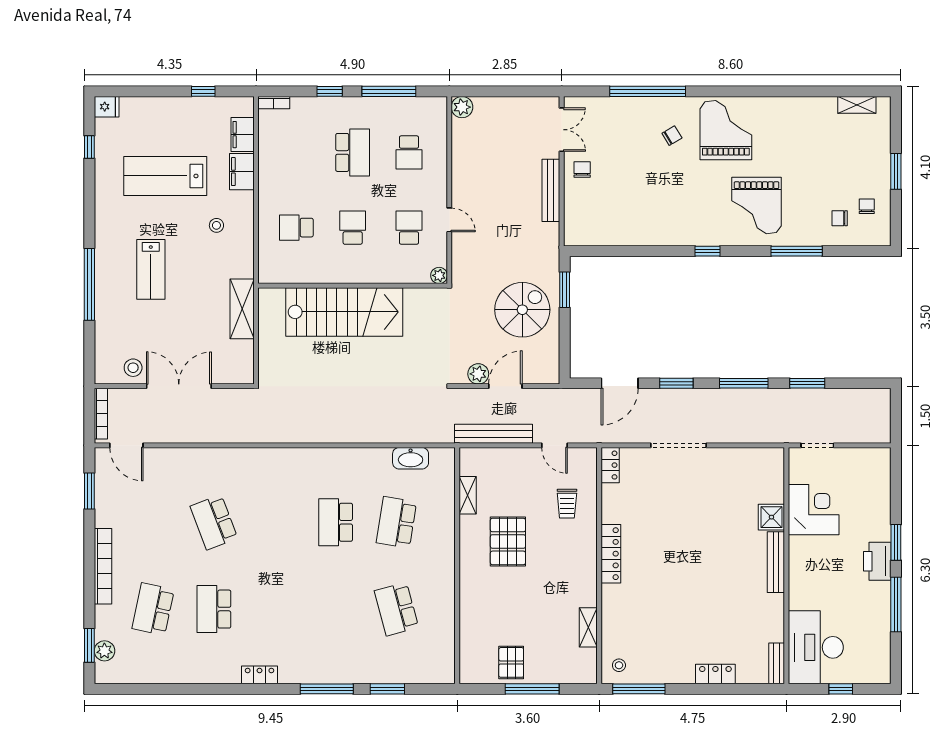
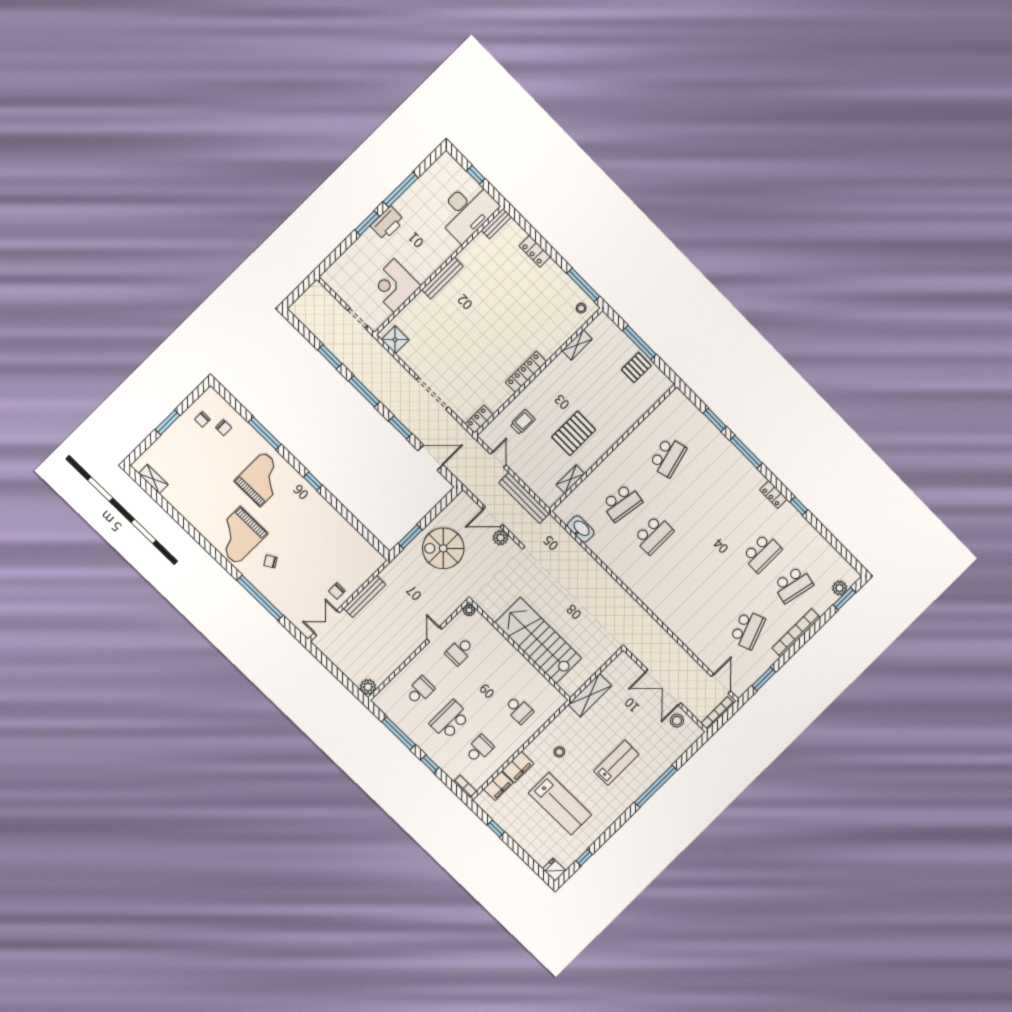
school desk: (353, 228) -> (479, 749), moved, turned 180
shower: (771, 517) -> (395, 340), moved
school desk: (214, 522) -> (748, 630), moved
window: (224, 689) -> (799, 506), added

